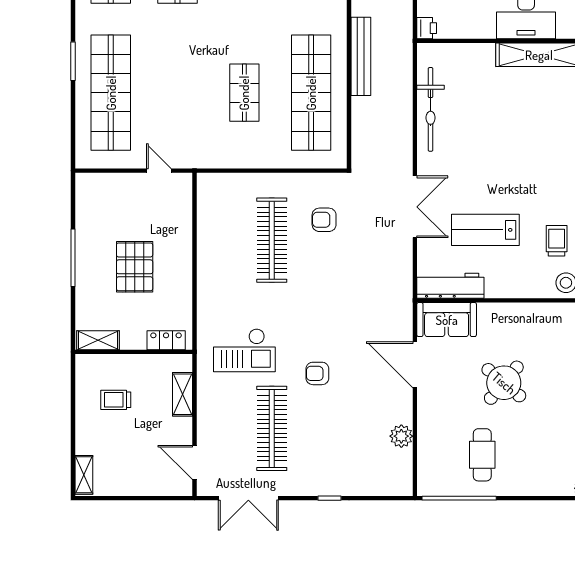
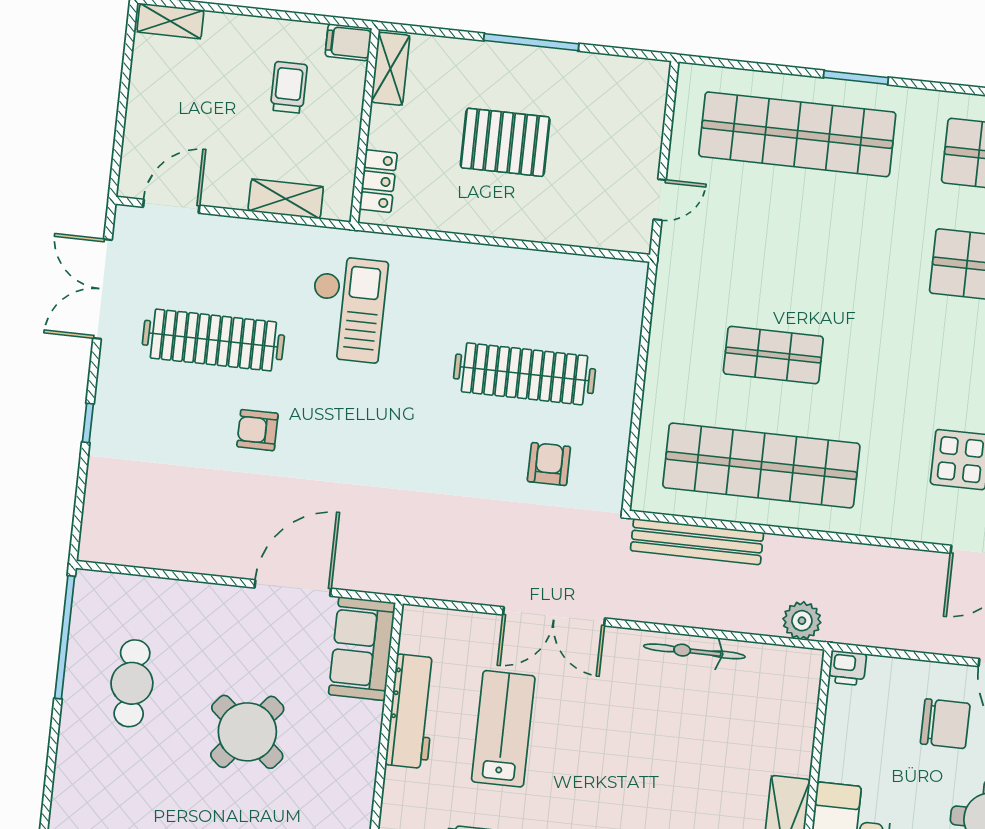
bench: (361, 56) -> (697, 542), moved
bicycle: (431, 109) -> (694, 651), width x0.73, depth x0.71
workbench: (450, 286) -> (412, 711), moved
checkout: (244, 350) -> (348, 309), turned 180
filing cabinet: (85, 367) -> (348, 42), added
armchair: (317, 373) -> (257, 430), moved, turned -90
plant: (401, 436) -> (802, 621), moved
cafe table: (482, 455) -> (132, 683), turned 90

